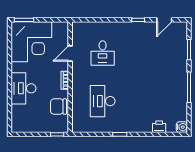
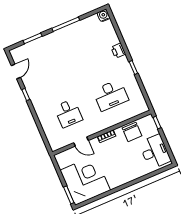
door: (164, 20) -> (16, 72), hinge flipped
desk: (103, 53) -> (68, 113), turned 90
desk: (24, 88) -> (155, 152), moved, turned -90
printer: (159, 127) -> (118, 51), moved

